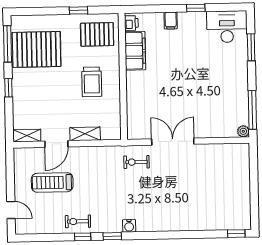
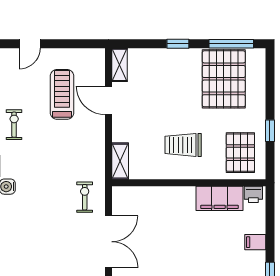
shelving: (85, 134) -> (120, 161), moved

